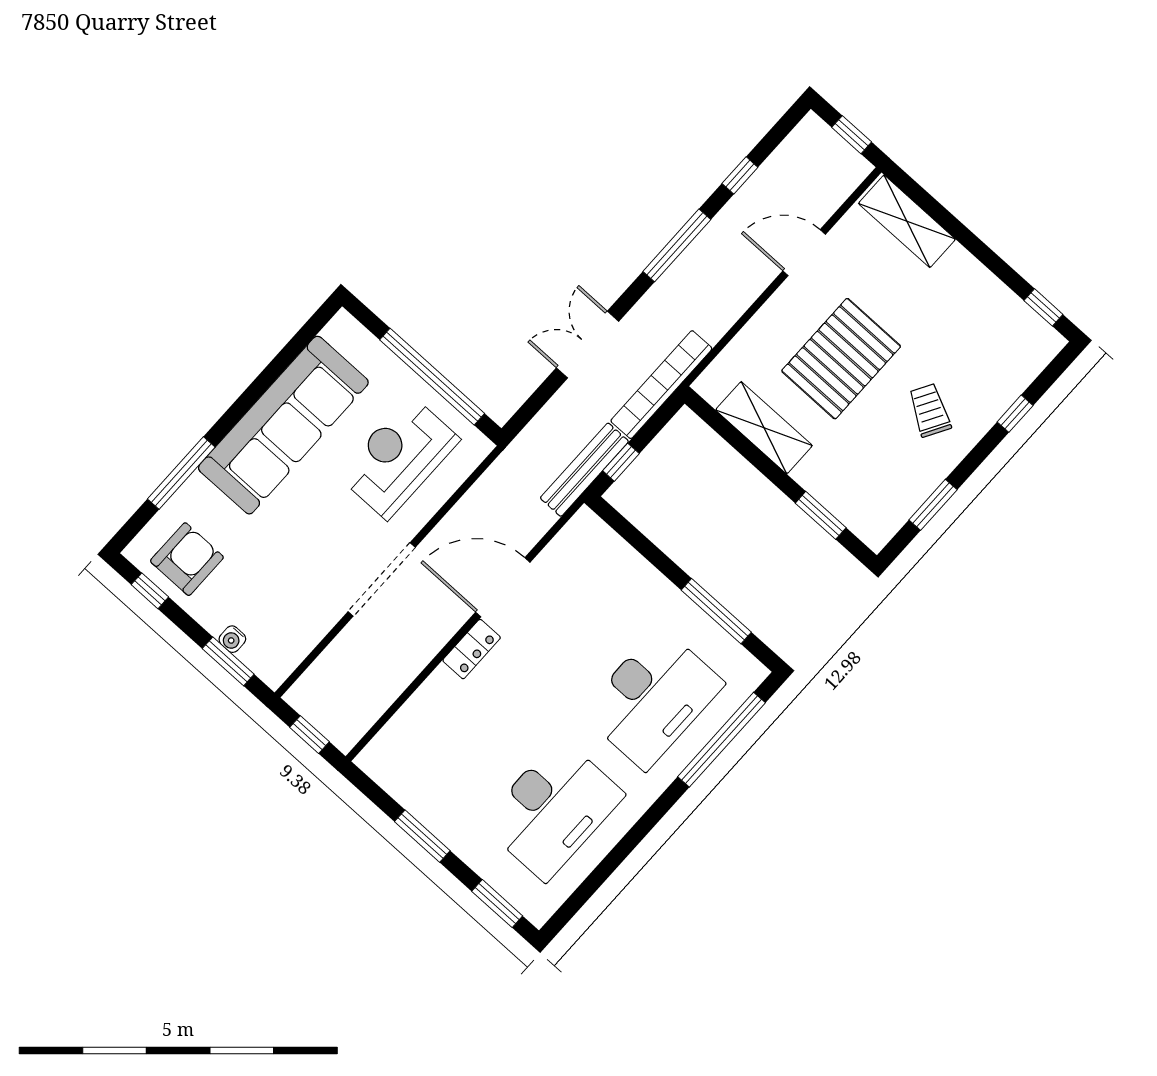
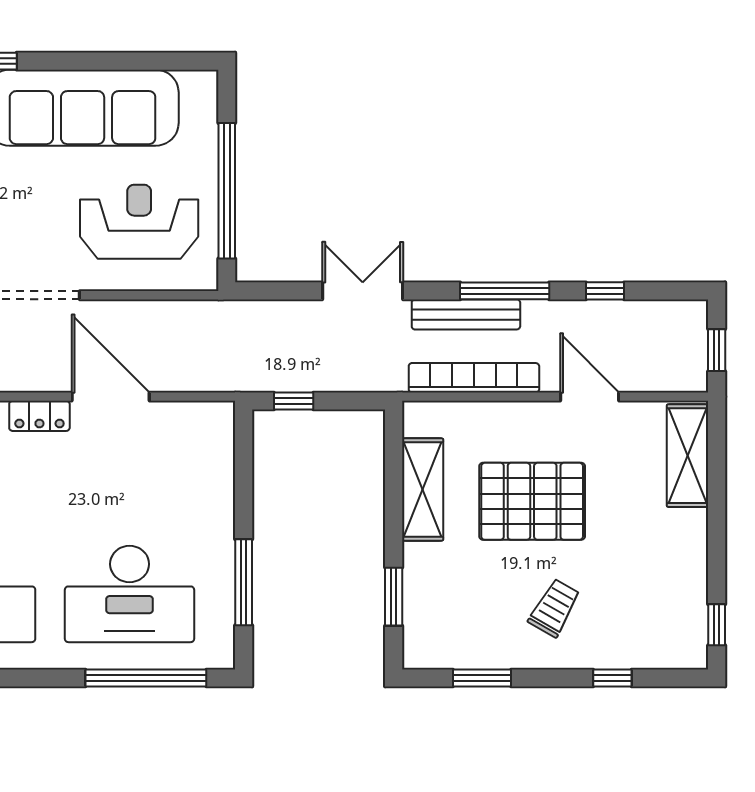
bookcase: (661, 385) -> (474, 378), moved
bench: (584, 470) -> (466, 314), moved

